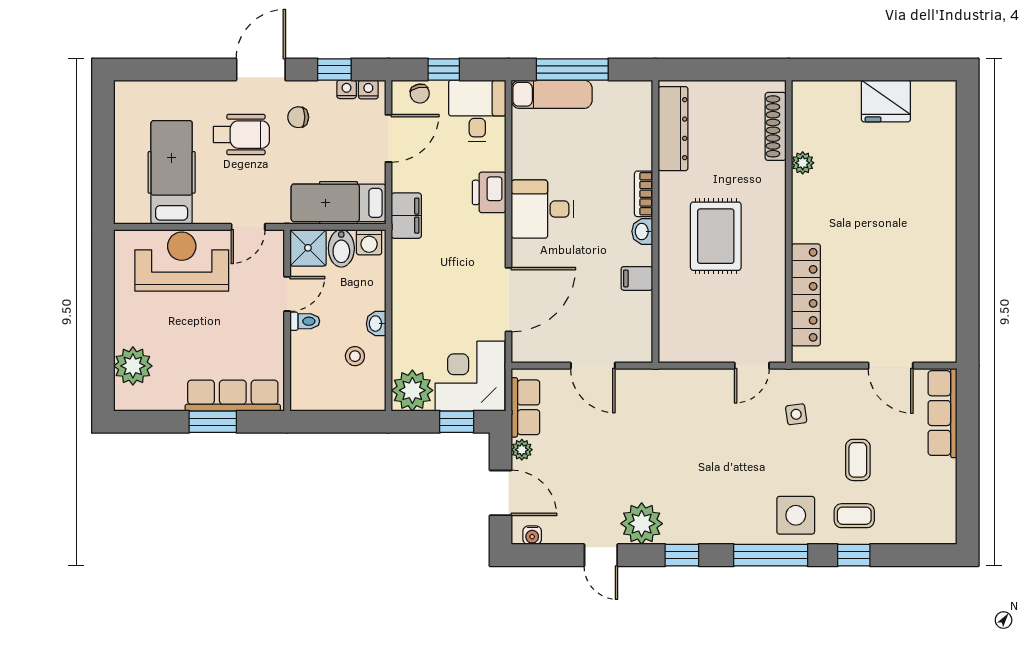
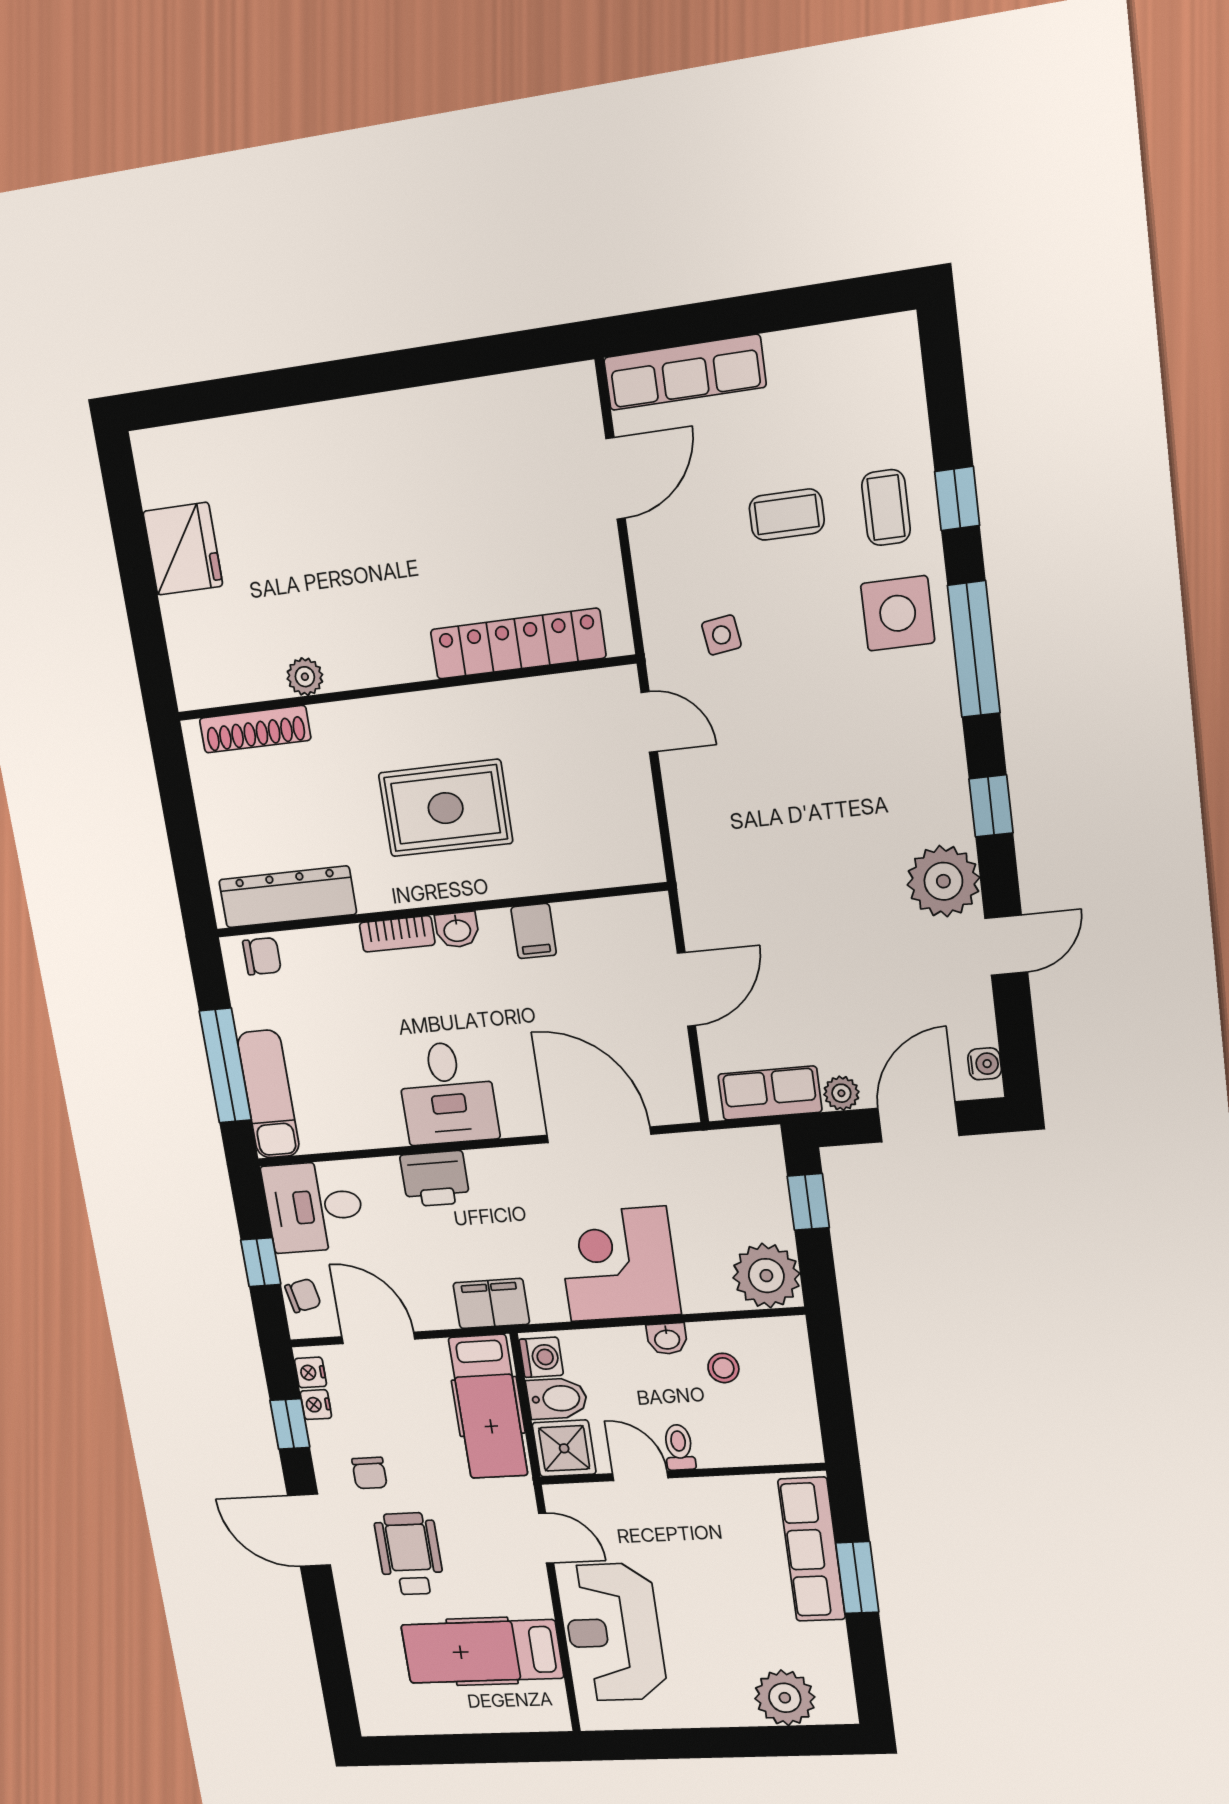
chair: (638, 106) -> (262, 956), added
corner desk: (470, 376) -> (618, 1264), moved, turned 90

